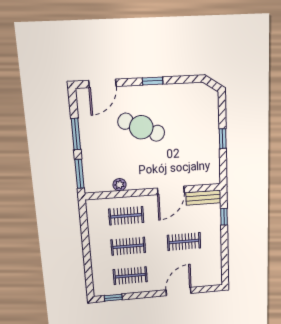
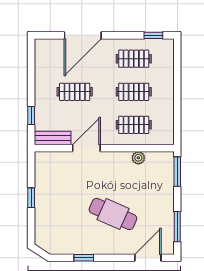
window: (153, 81) -> (84, 258), moved
window: (76, 134) -> (177, 227), moved
door: (179, 292) -> (83, 35), width x1.36

